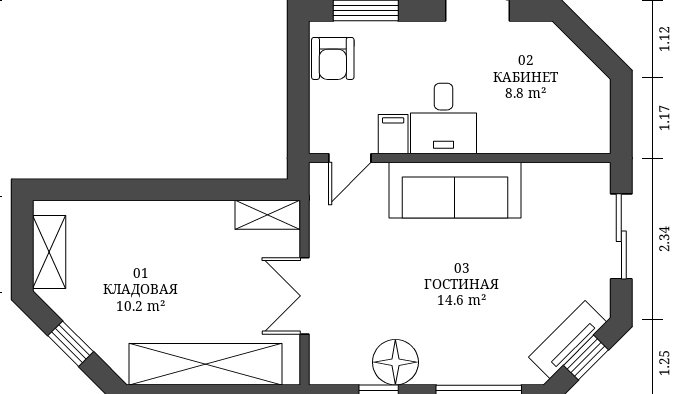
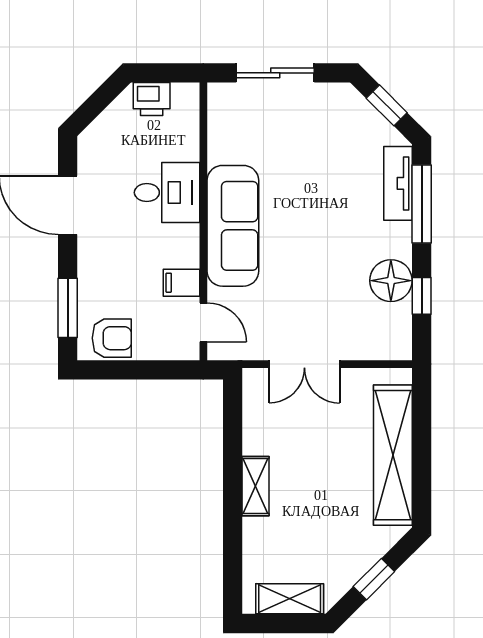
printer: (593, 102) -> (152, 99), added
desk: (444, 119) -> (167, 193), moved
shelving: (268, 215) -> (255, 486), moved
double door: (305, 296) -> (304, 364), moved
tv unit: (568, 340) -> (398, 183), moved, turned 45

